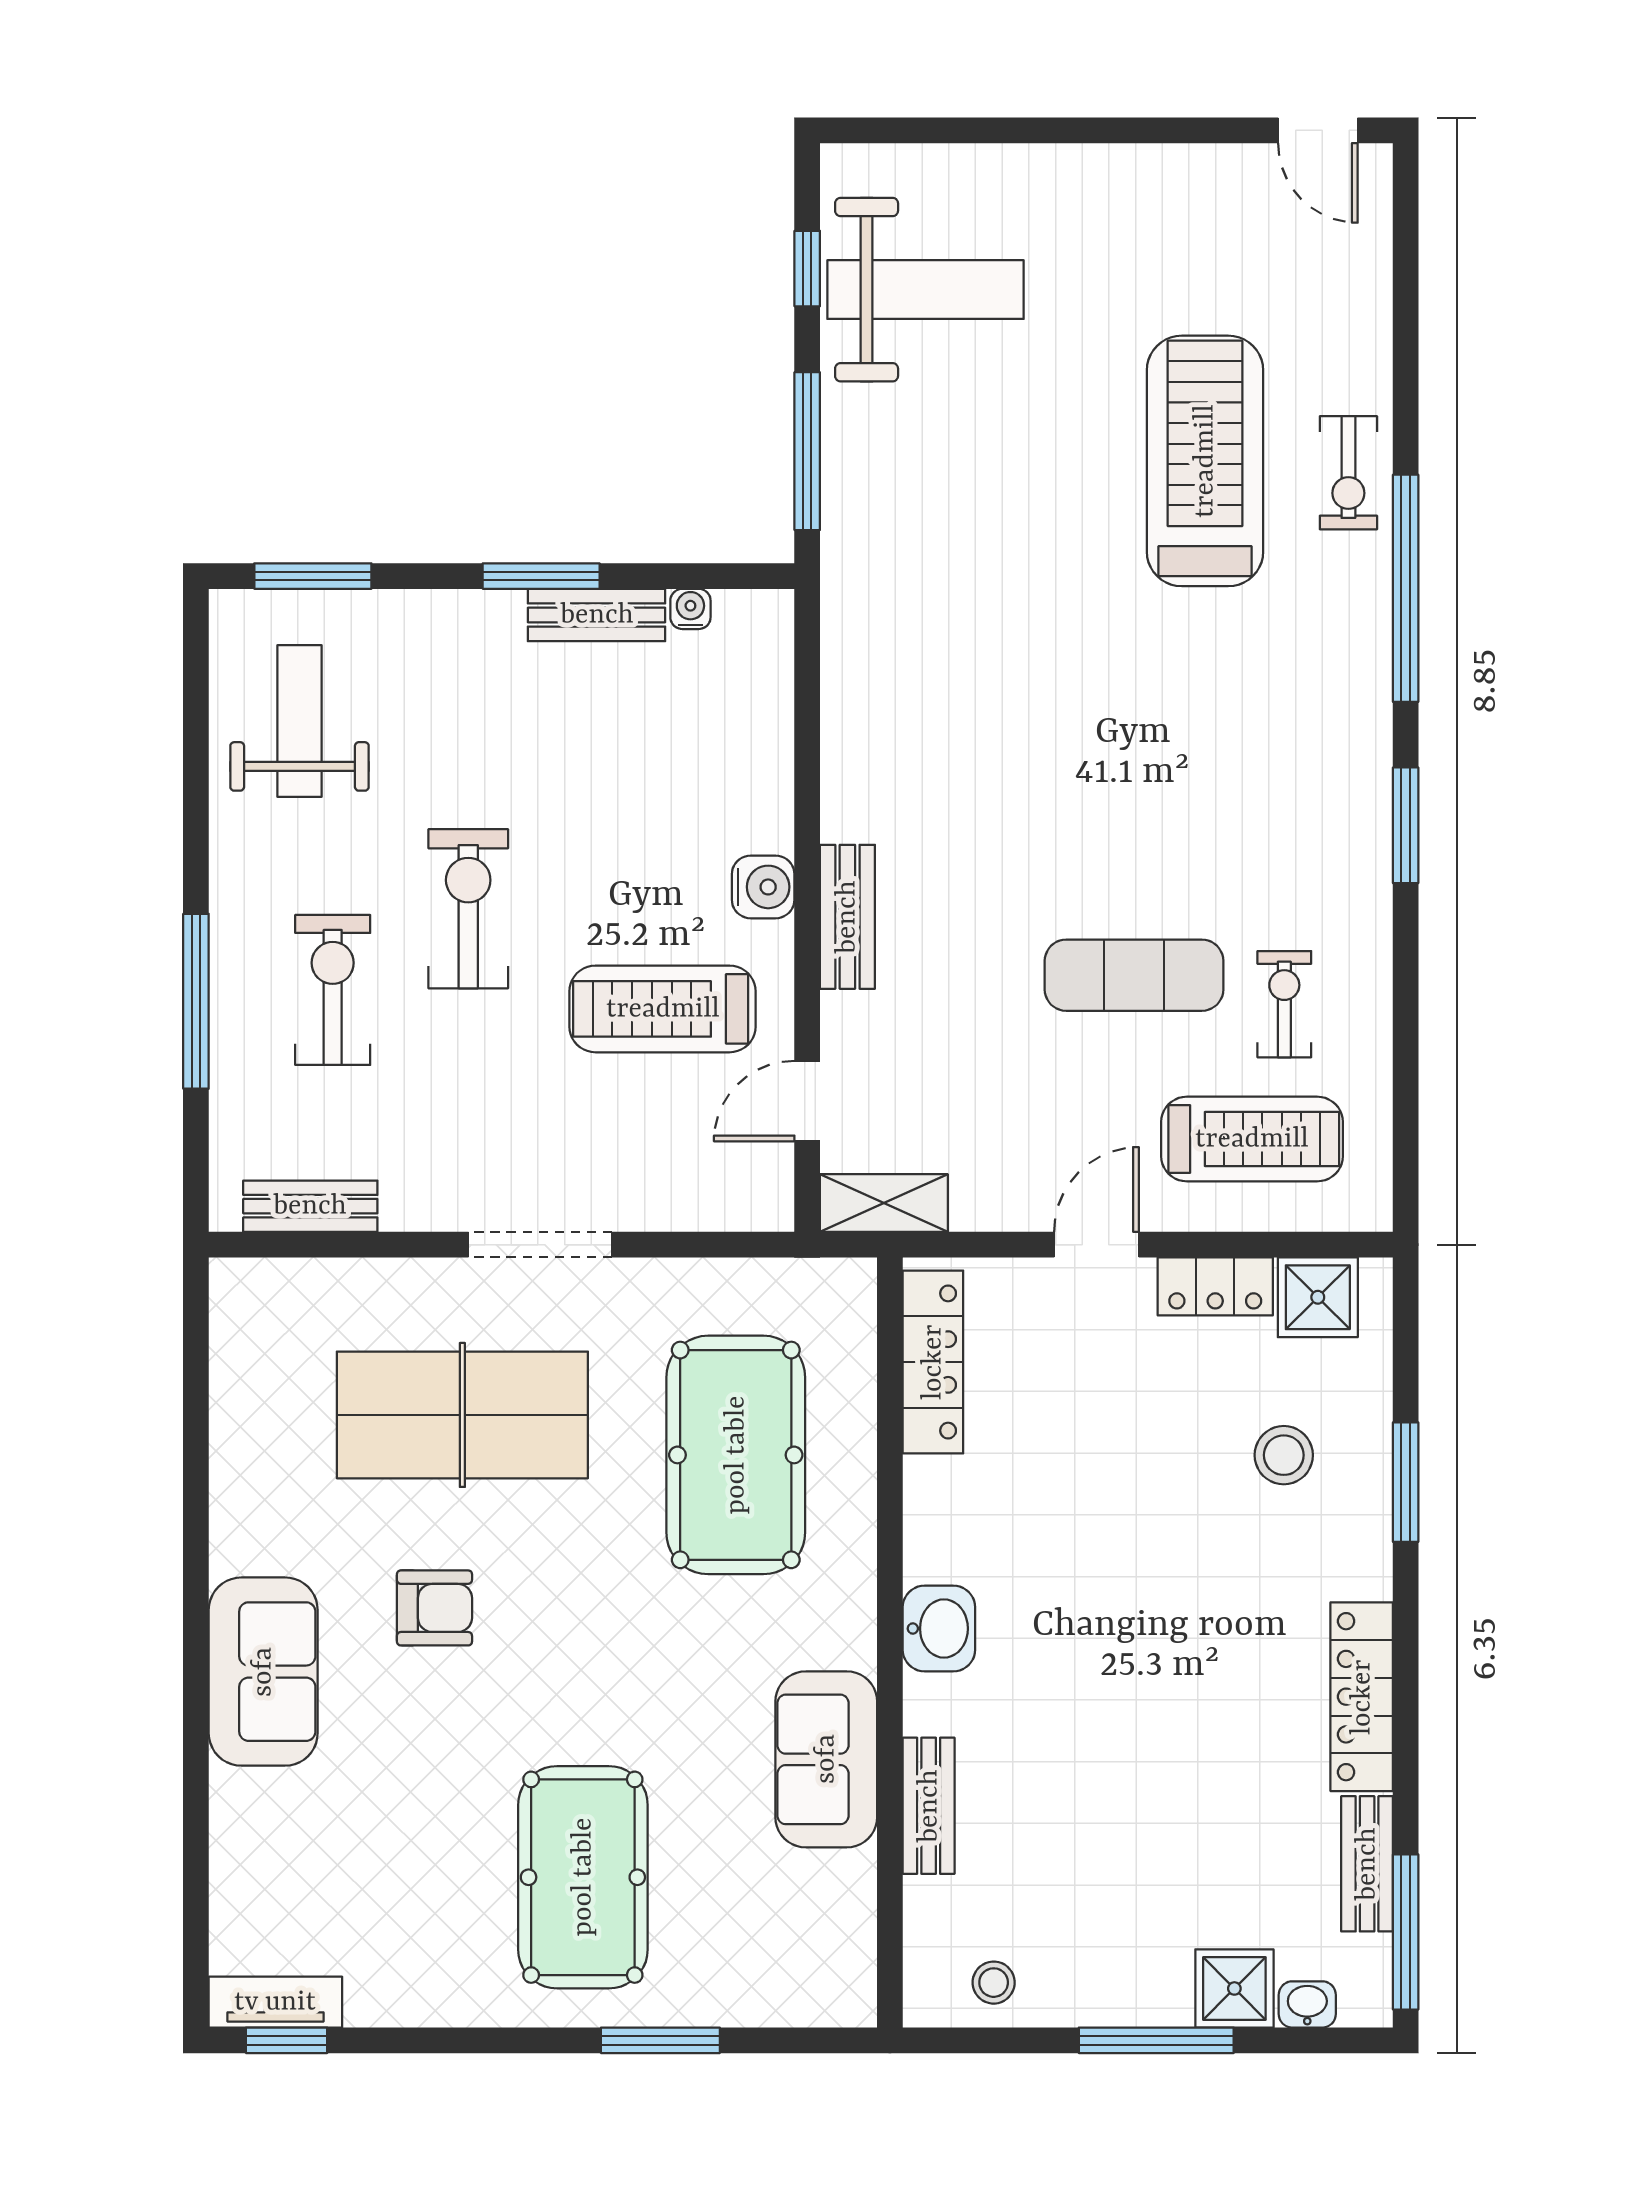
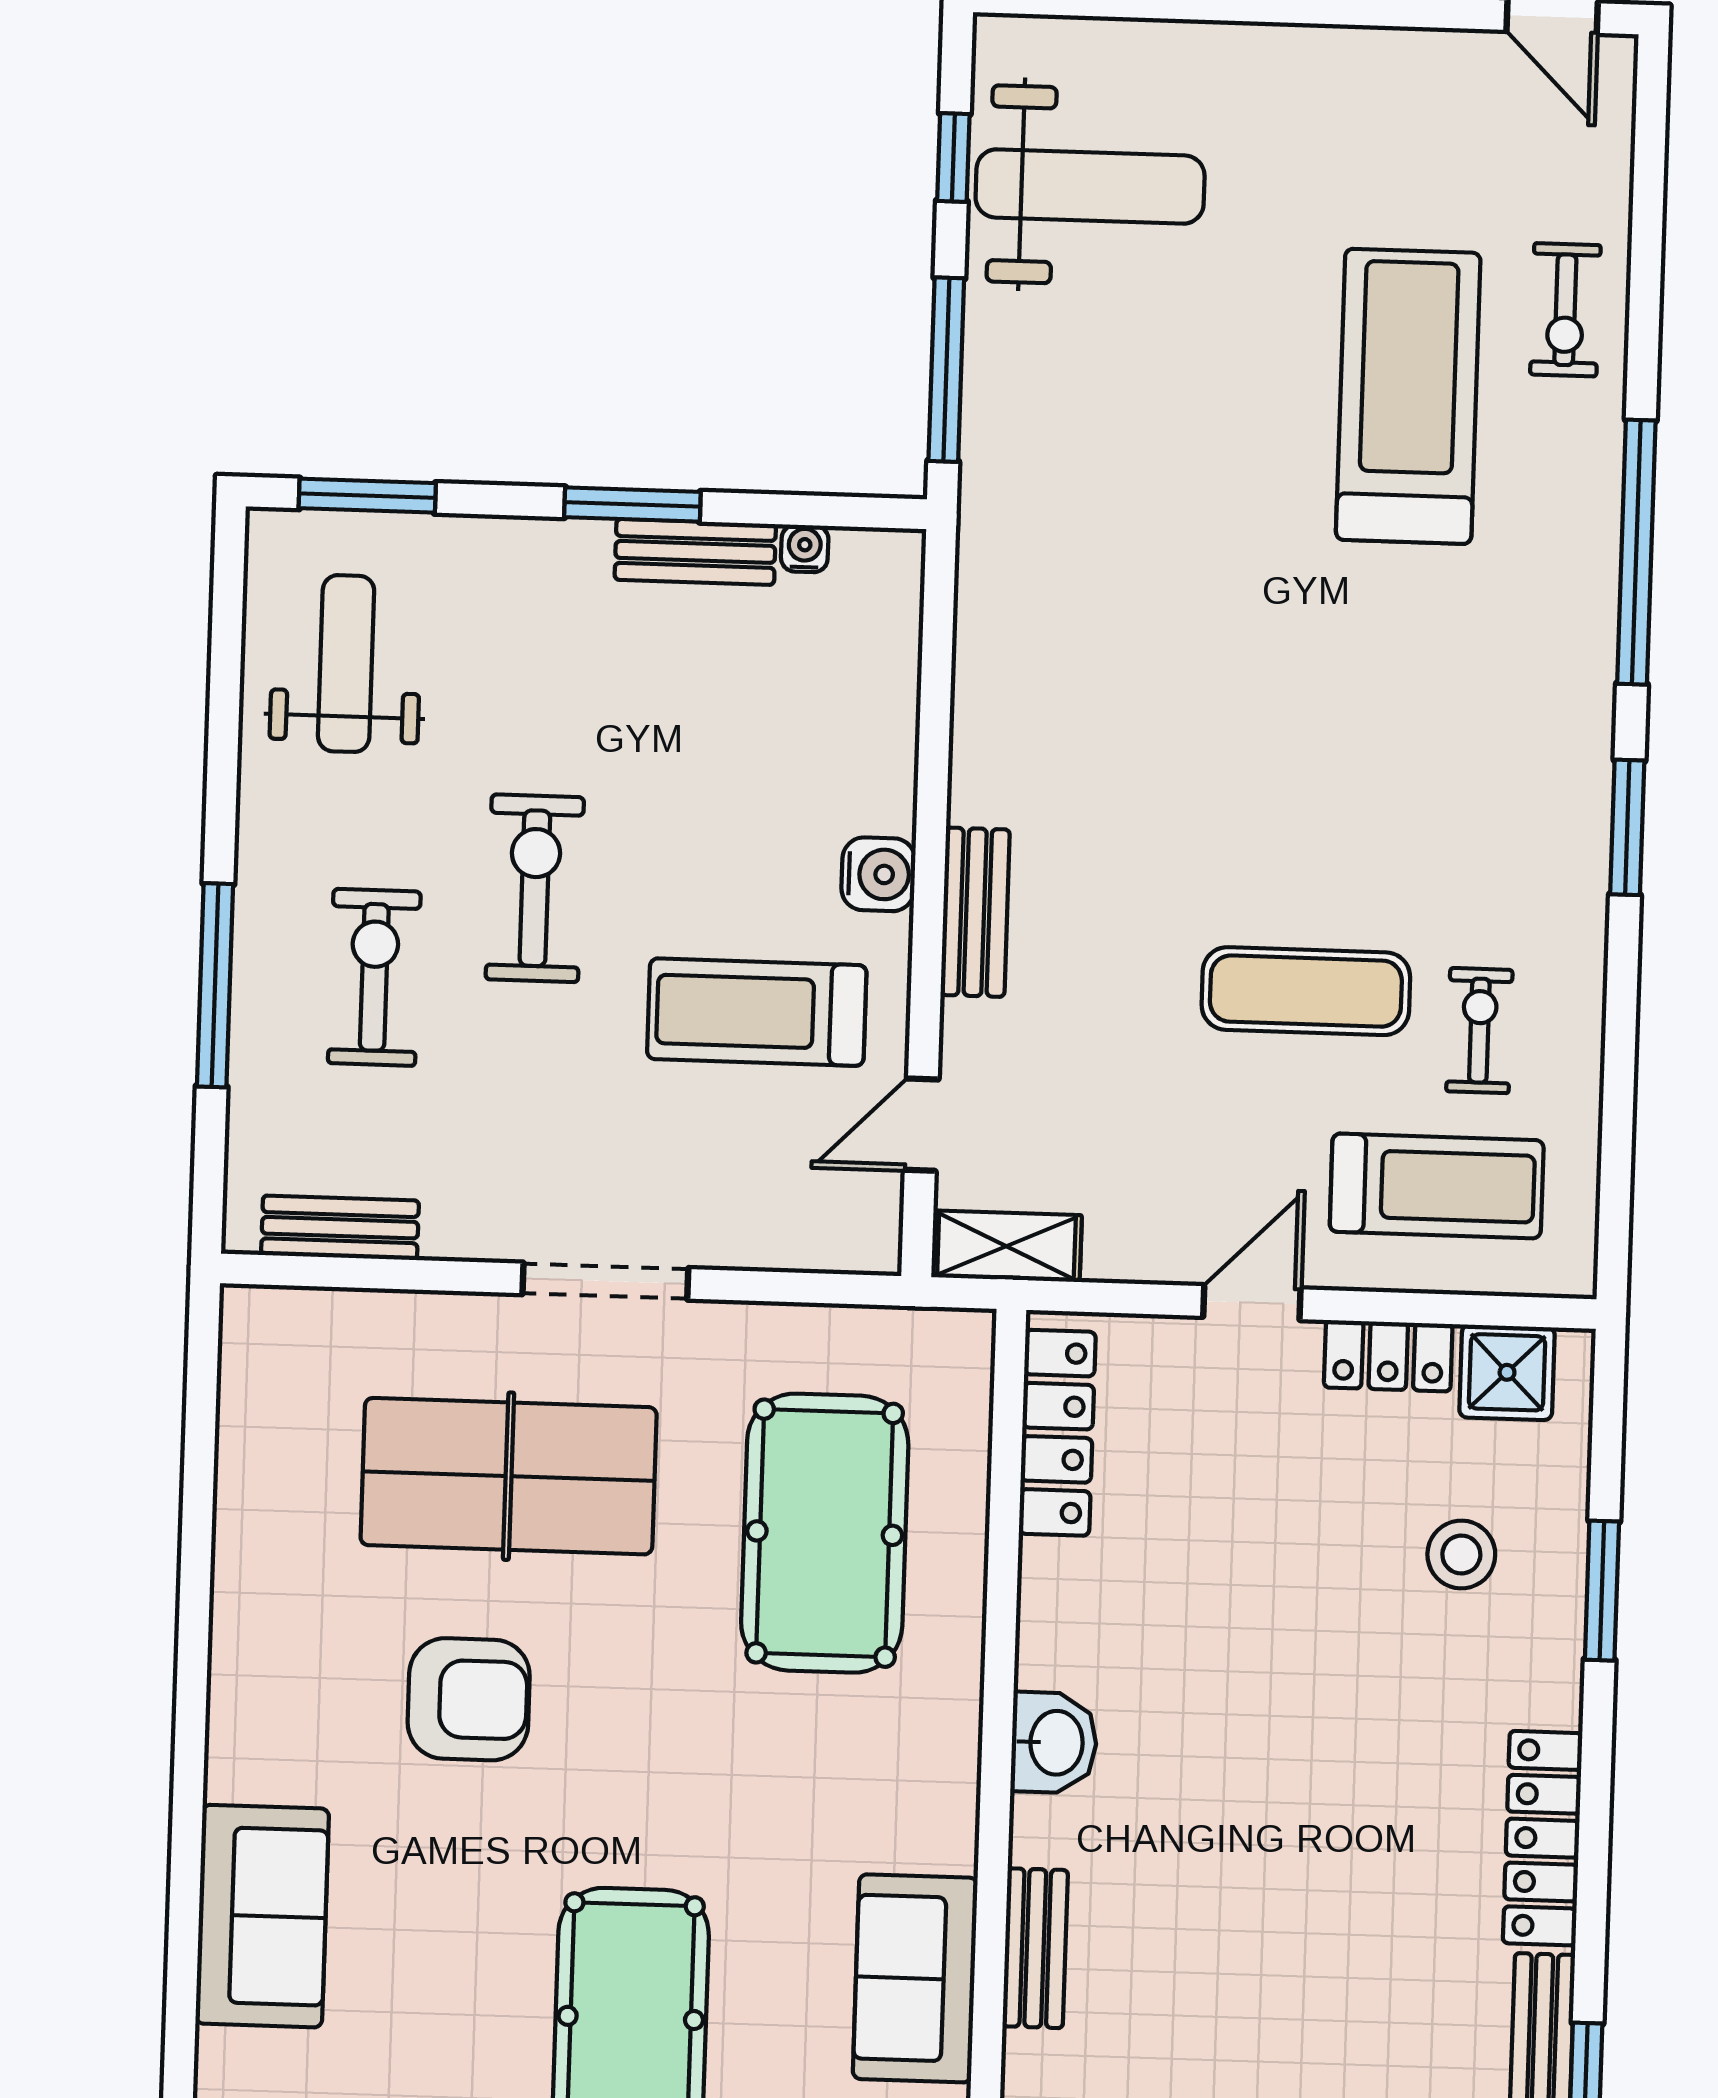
exercise bike: (1348, 473) -> (1565, 310), moved
armchair: (434, 1608) -> (469, 1699), width x1.38, depth x1.38
sofa: (263, 1672) -> (262, 1916), moved
sofa: (826, 1759) -> (915, 1978), moved

